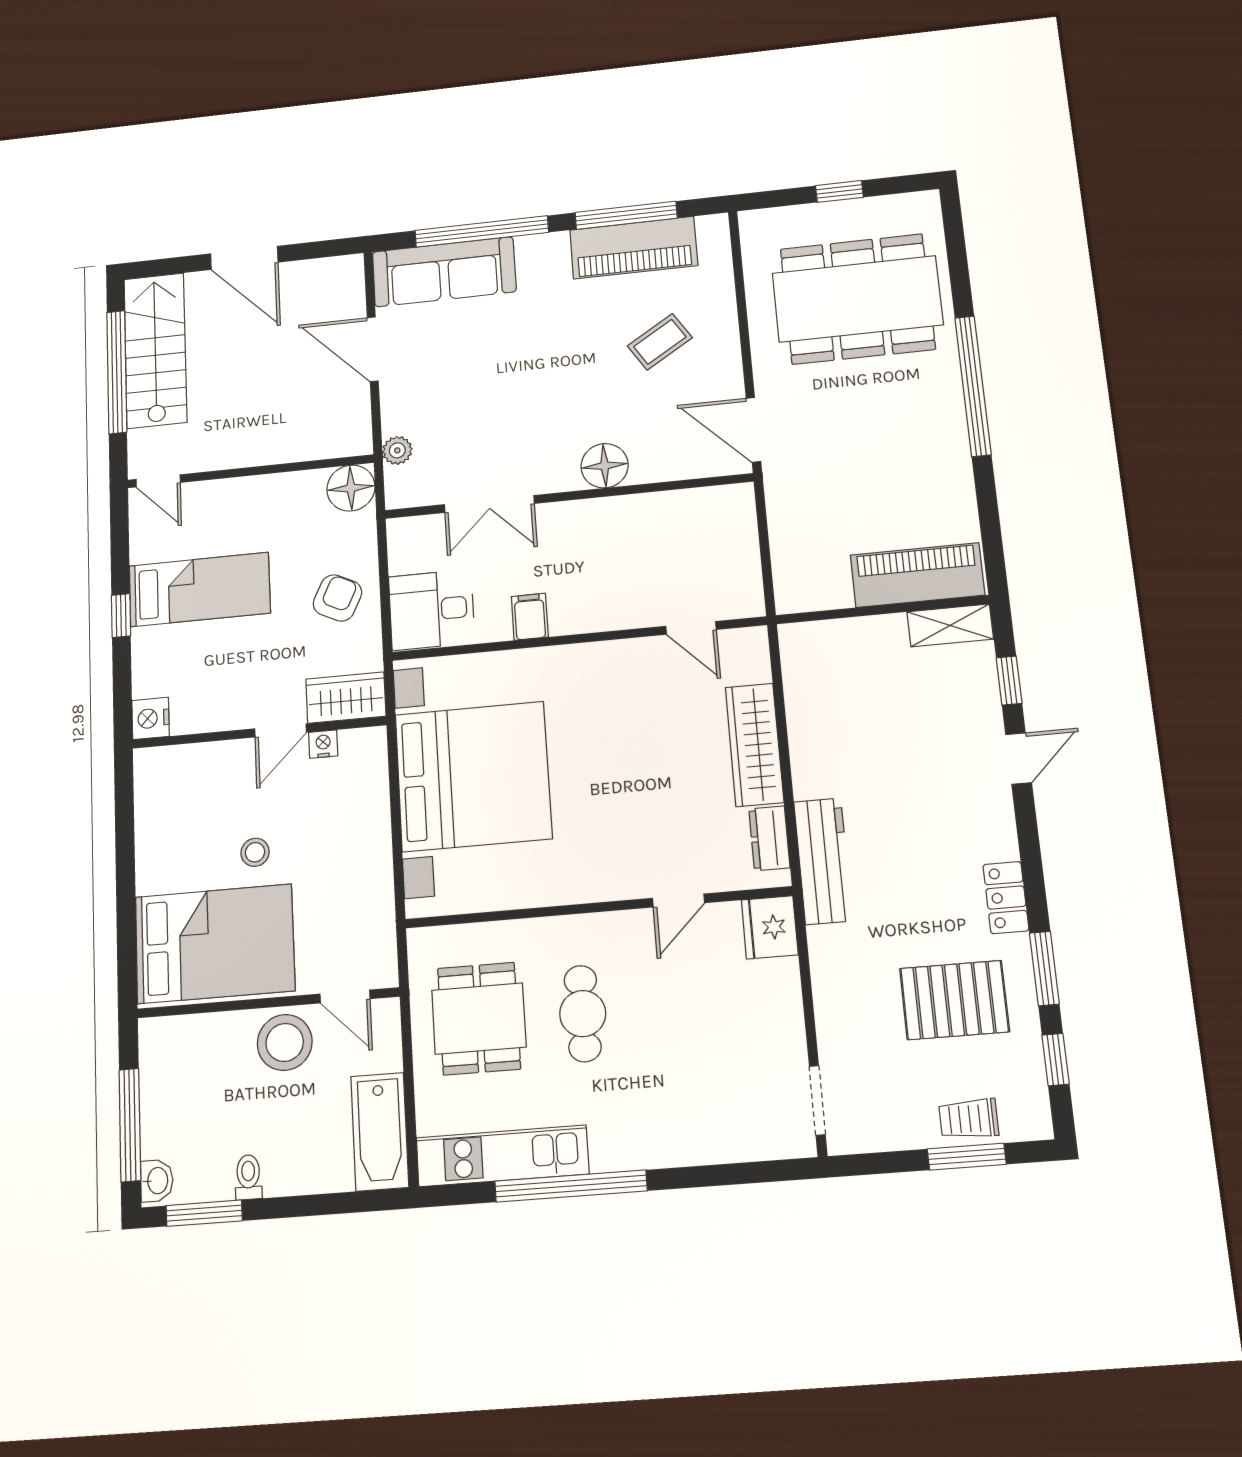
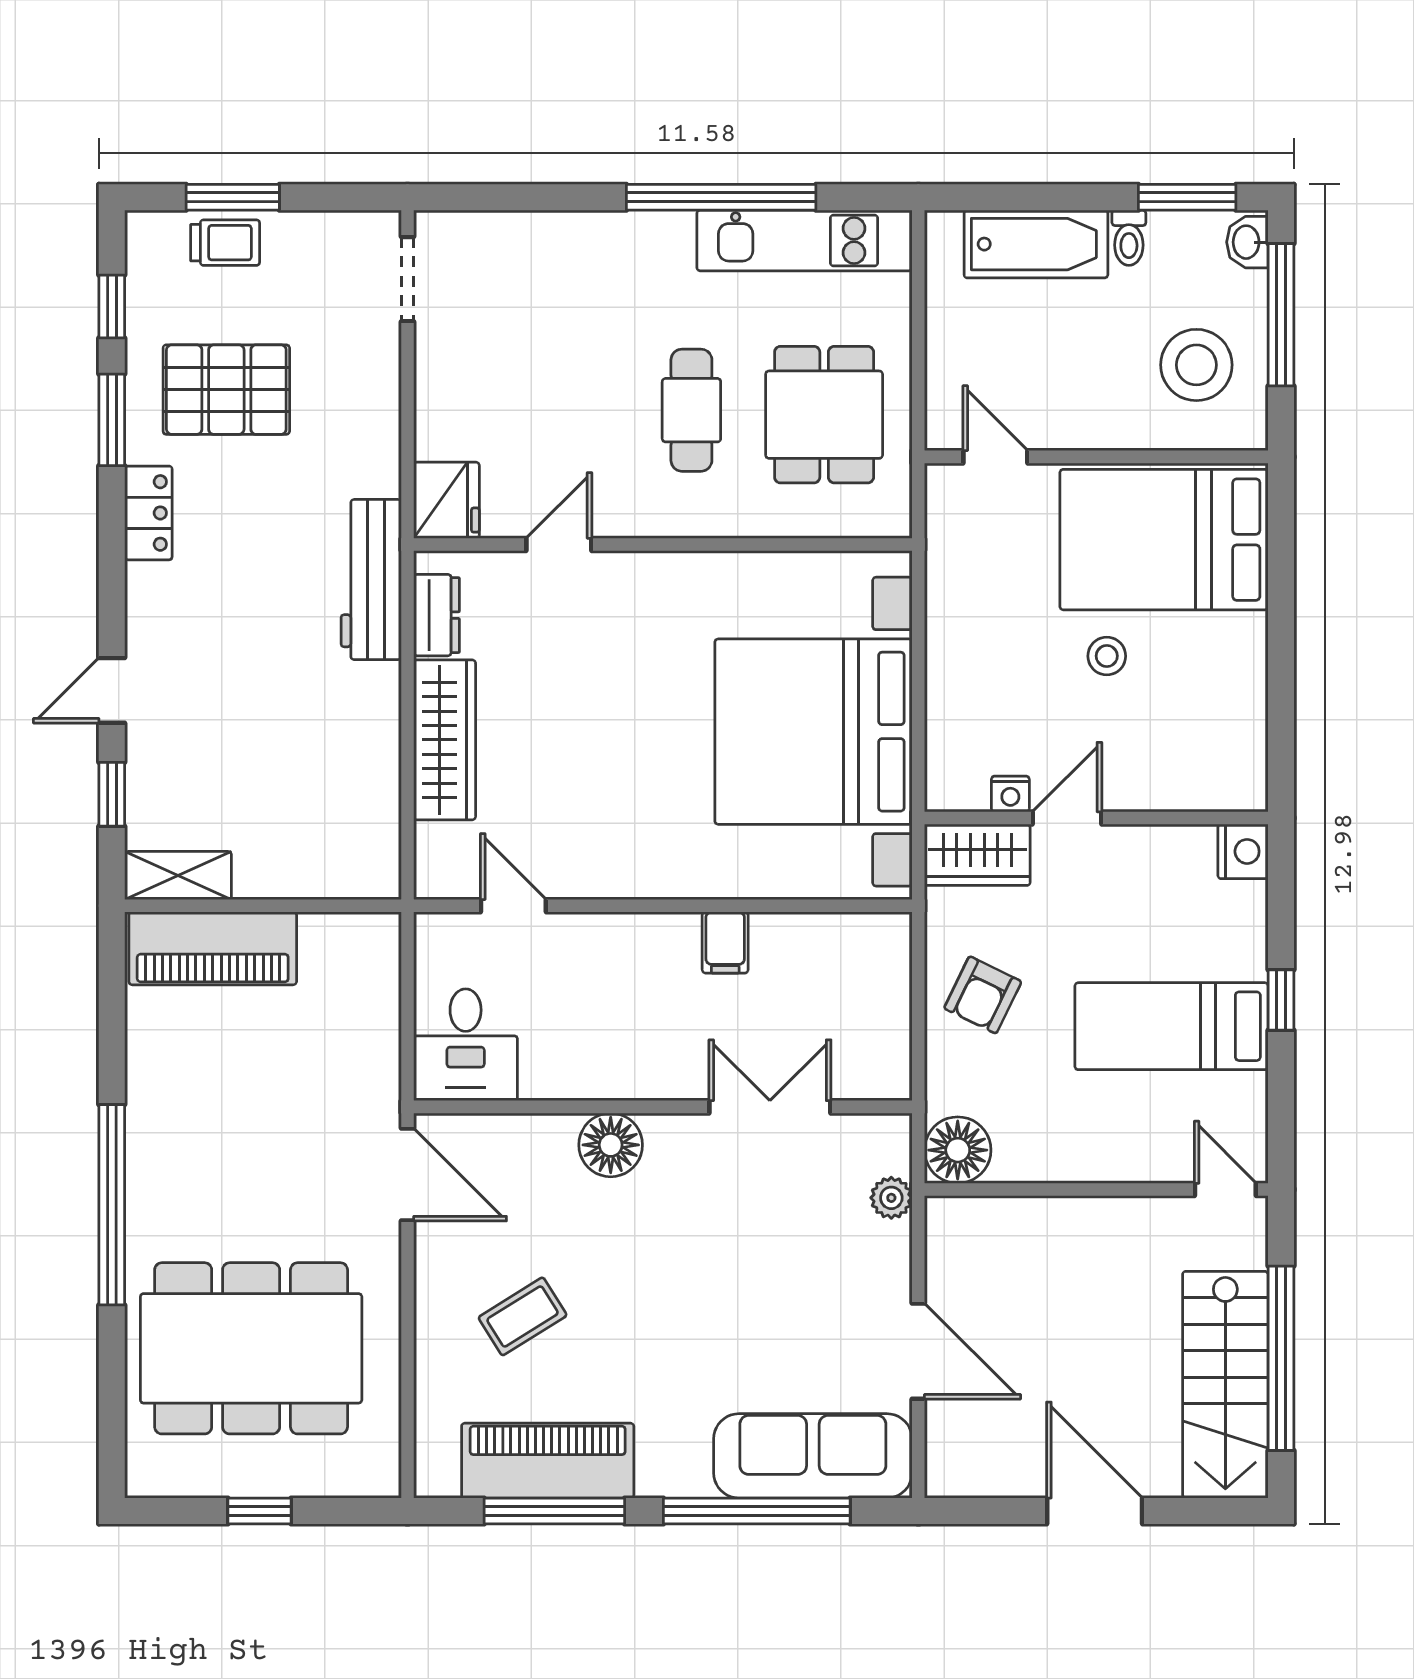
desk: (432, 610) -> (466, 1045), moved, turned 90
stool: (285, 1042) -> (1196, 365), moved
bathtub: (380, 1132) -> (1036, 244), moved, turned 90

